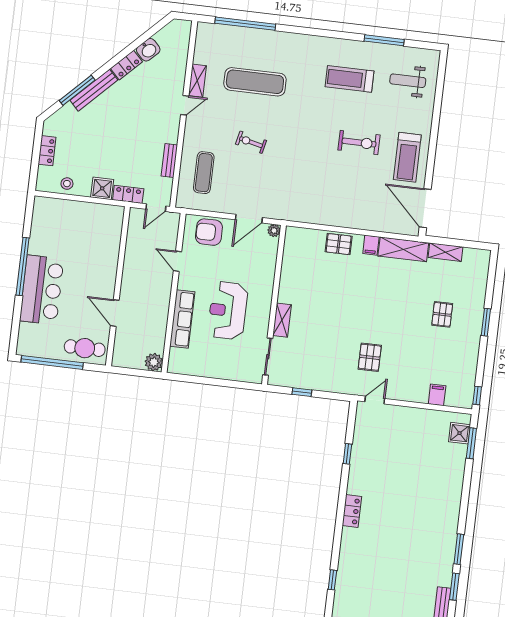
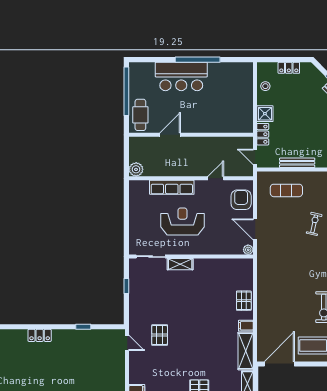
bench: (169, 161) -> (297, 163), width x1.36
pallet: (370, 357) -> (160, 335), turned 90

